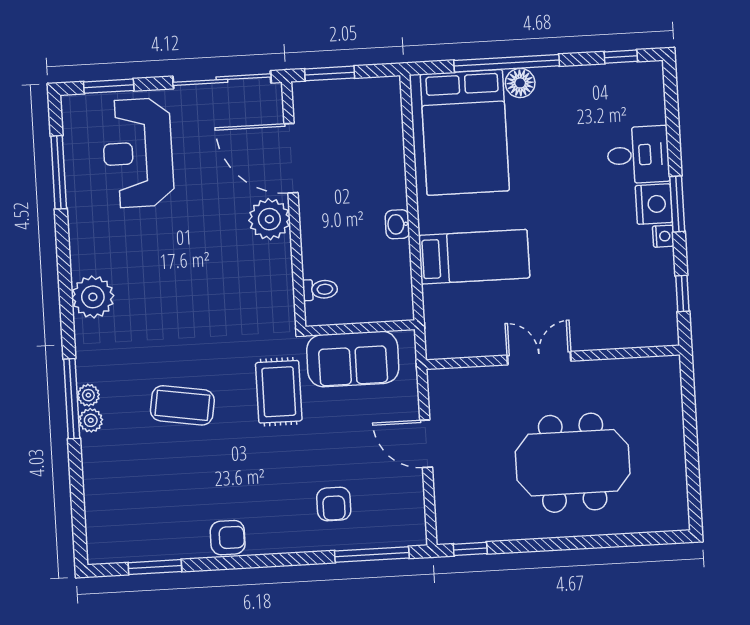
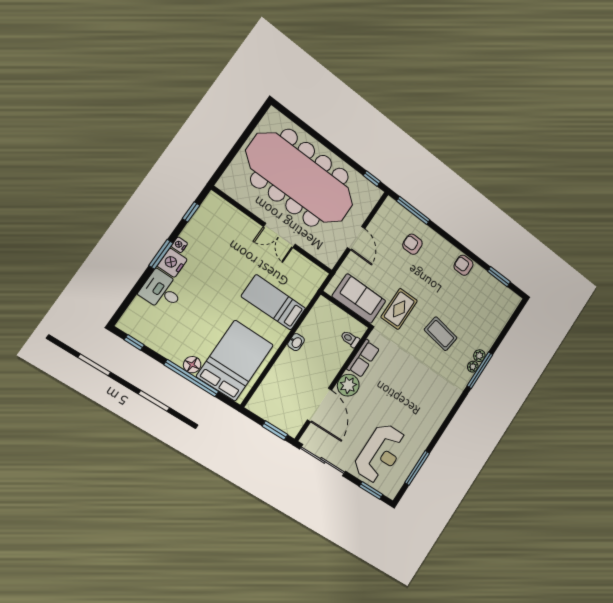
row of seats: (277, 276) -> (363, 359), added
plant: (93, 297) -> (442, 406), removed
meeting table: (573, 463) -> (300, 178), width x1.86, depth x1.27
armchair: (334, 504) -> (412, 244), turned -90

